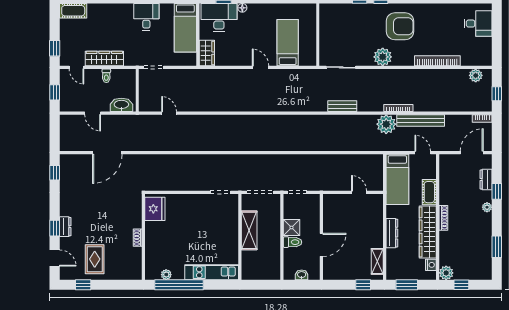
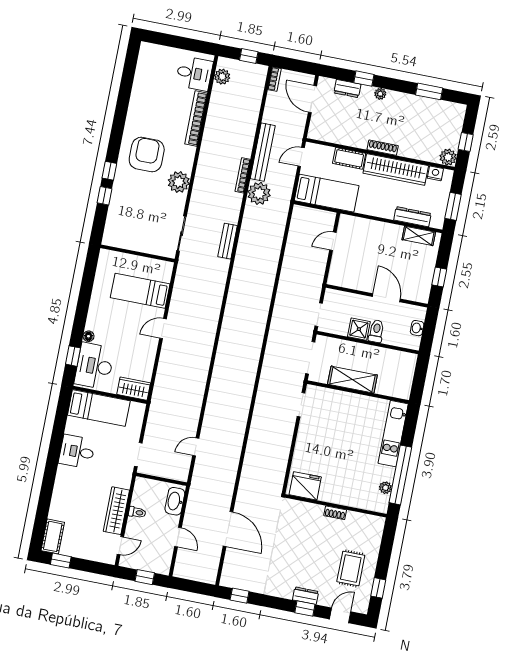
desk: (478, 24) -> (194, 73), moved, turned 90
window: (55, 48) -> (61, 561), moved
door: (93, 113) -> (178, 537), hinge flipped
dresser: (392, 233) -> (412, 217), moved
rug: (95, 259) -> (351, 568), turned 90
window: (363, 285) -> (439, 277), moved

